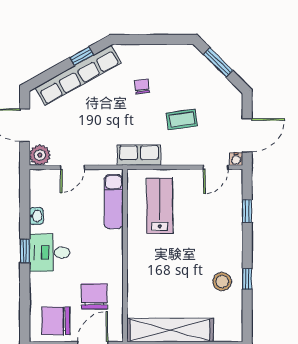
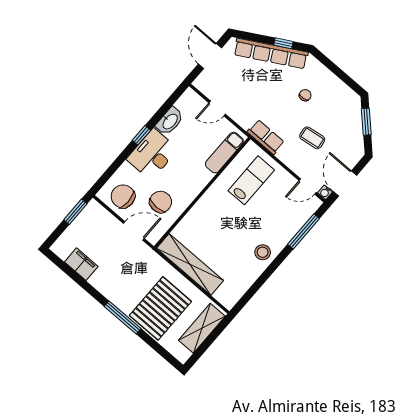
door: (247, 135) -> (345, 183), swing flipped
plant: (40, 155) -> (203, 83), removed
window: (247, 211) -> (304, 231), width x2.17
washbasin: (36, 216) -> (170, 121), width x1.91, depth x1.45
desk: (50, 253) -> (152, 154), width x1.37
window: (247, 279) -> (267, 274), removed
stool: (222, 282) -> (263, 252), moved

